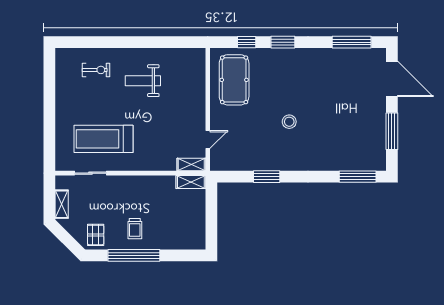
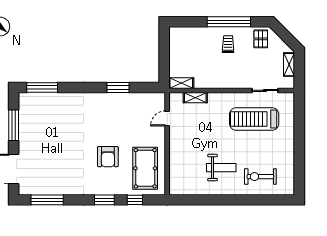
exercise bike: (96, 70) -> (260, 177), width x1.38, depth x1.39
armchair: (279, 94) -> (108, 157), added
stool: (289, 122) -> (99, 133), removed
treadmill: (103, 139) -> (254, 119), turned 180
shelving: (191, 165) -> (195, 98), moved

